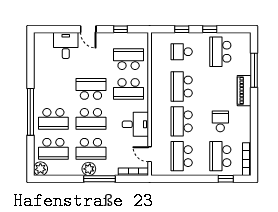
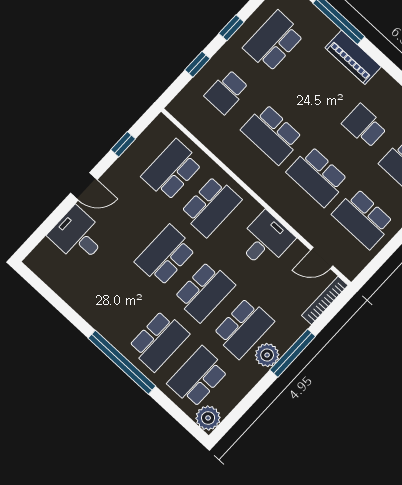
school desk: (220, 52) -> (274, 41), turned 90
school desk: (53, 149) -> (198, 377), turned 180

